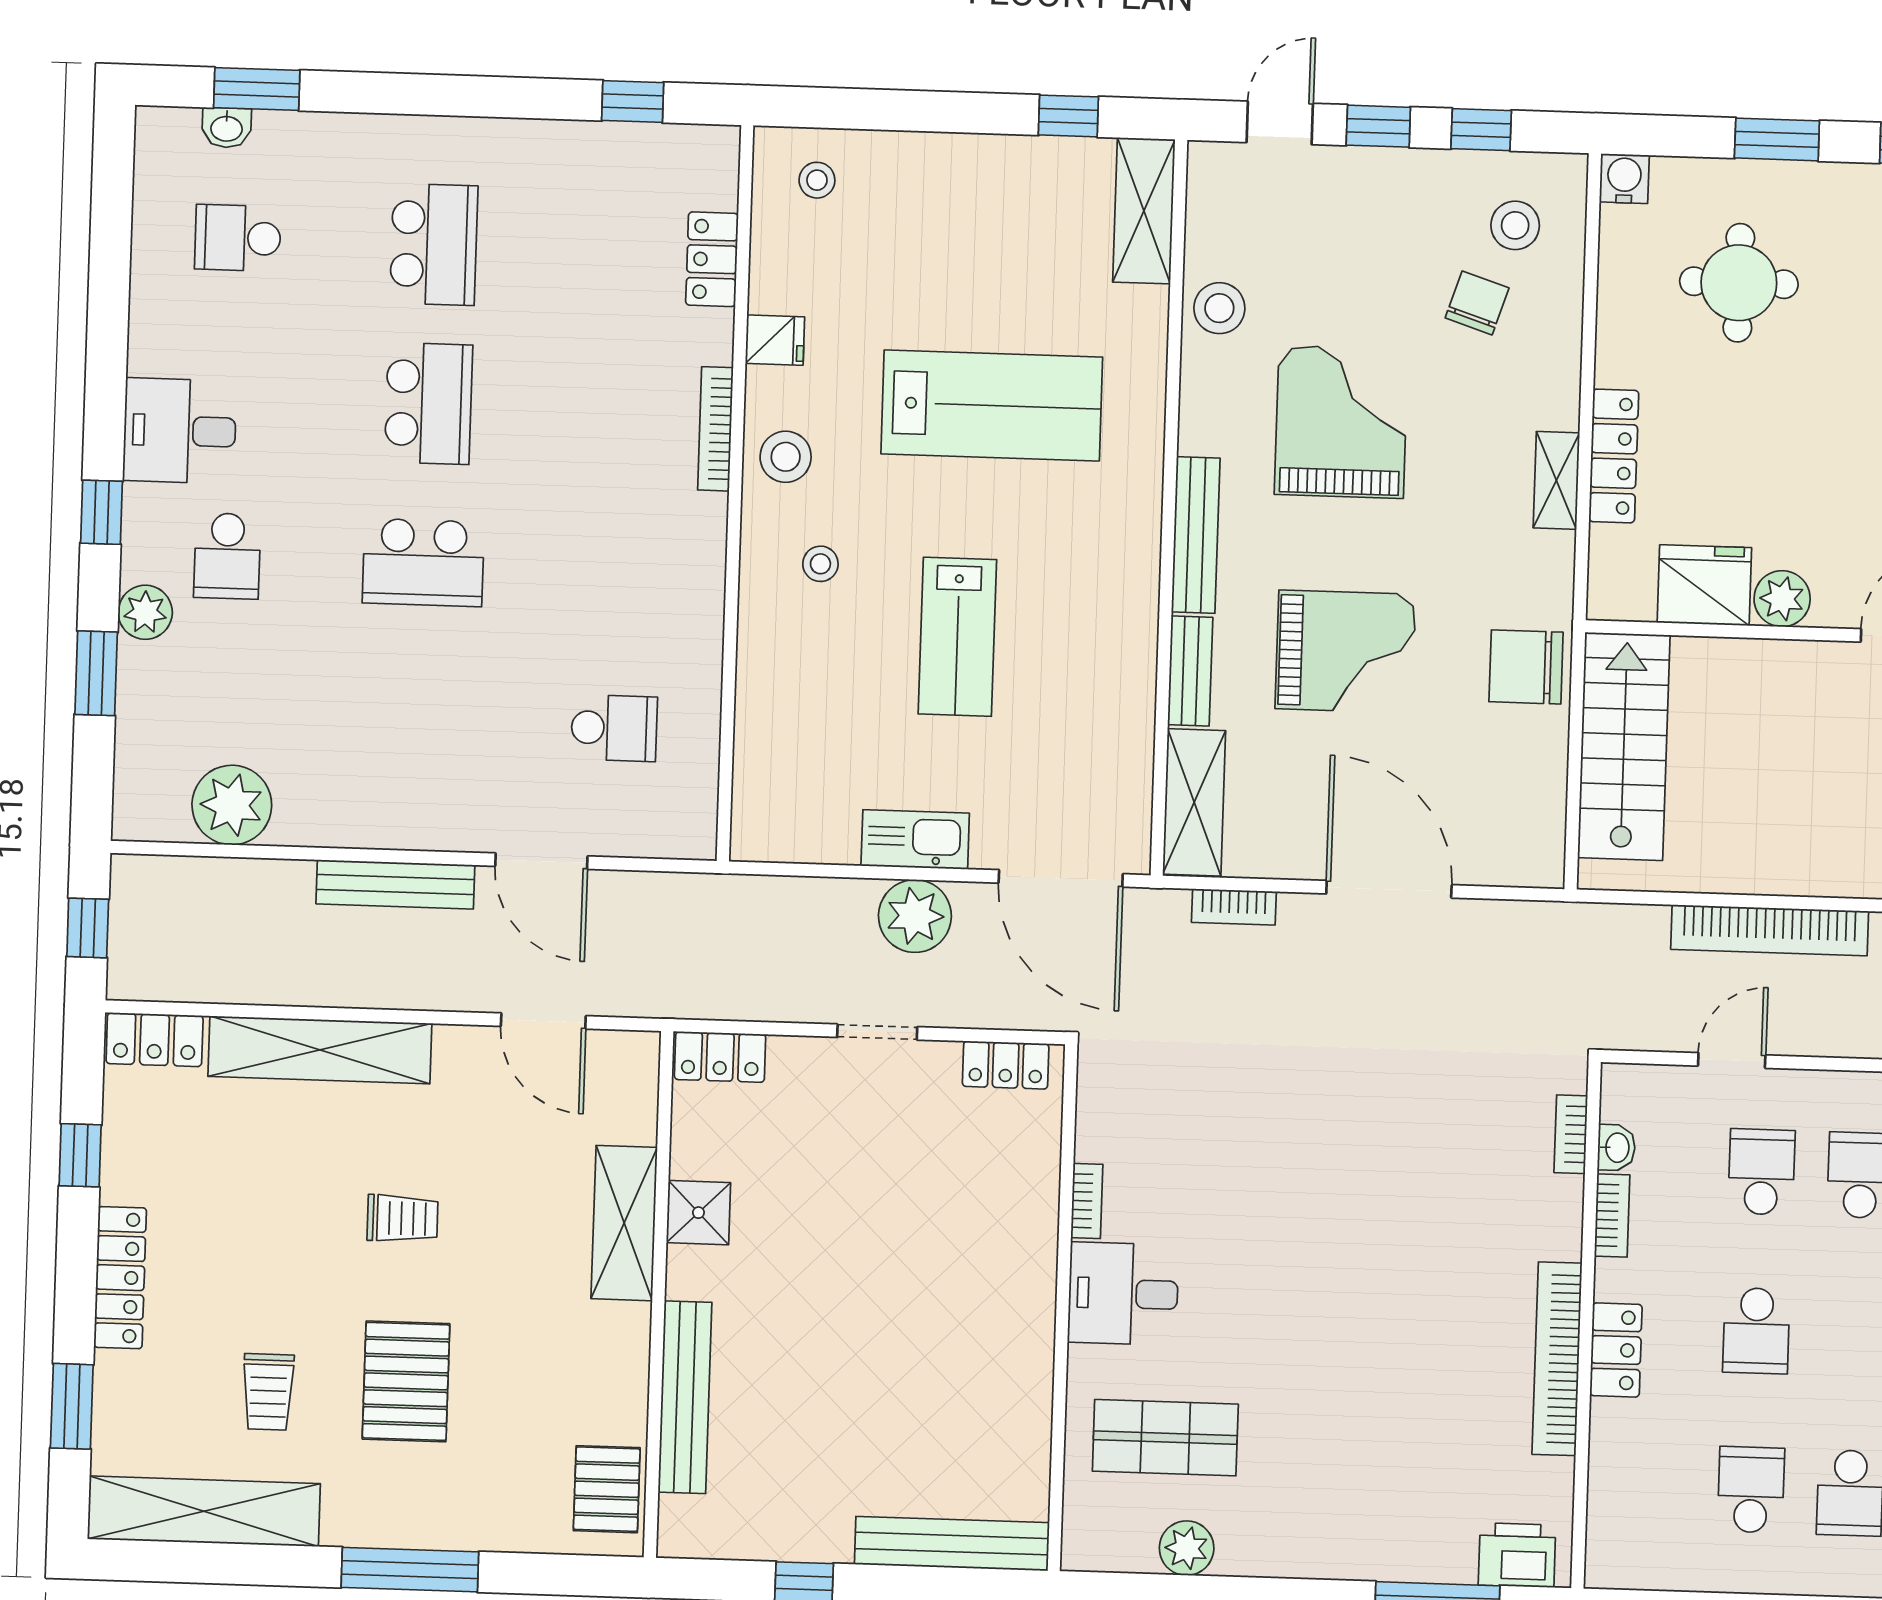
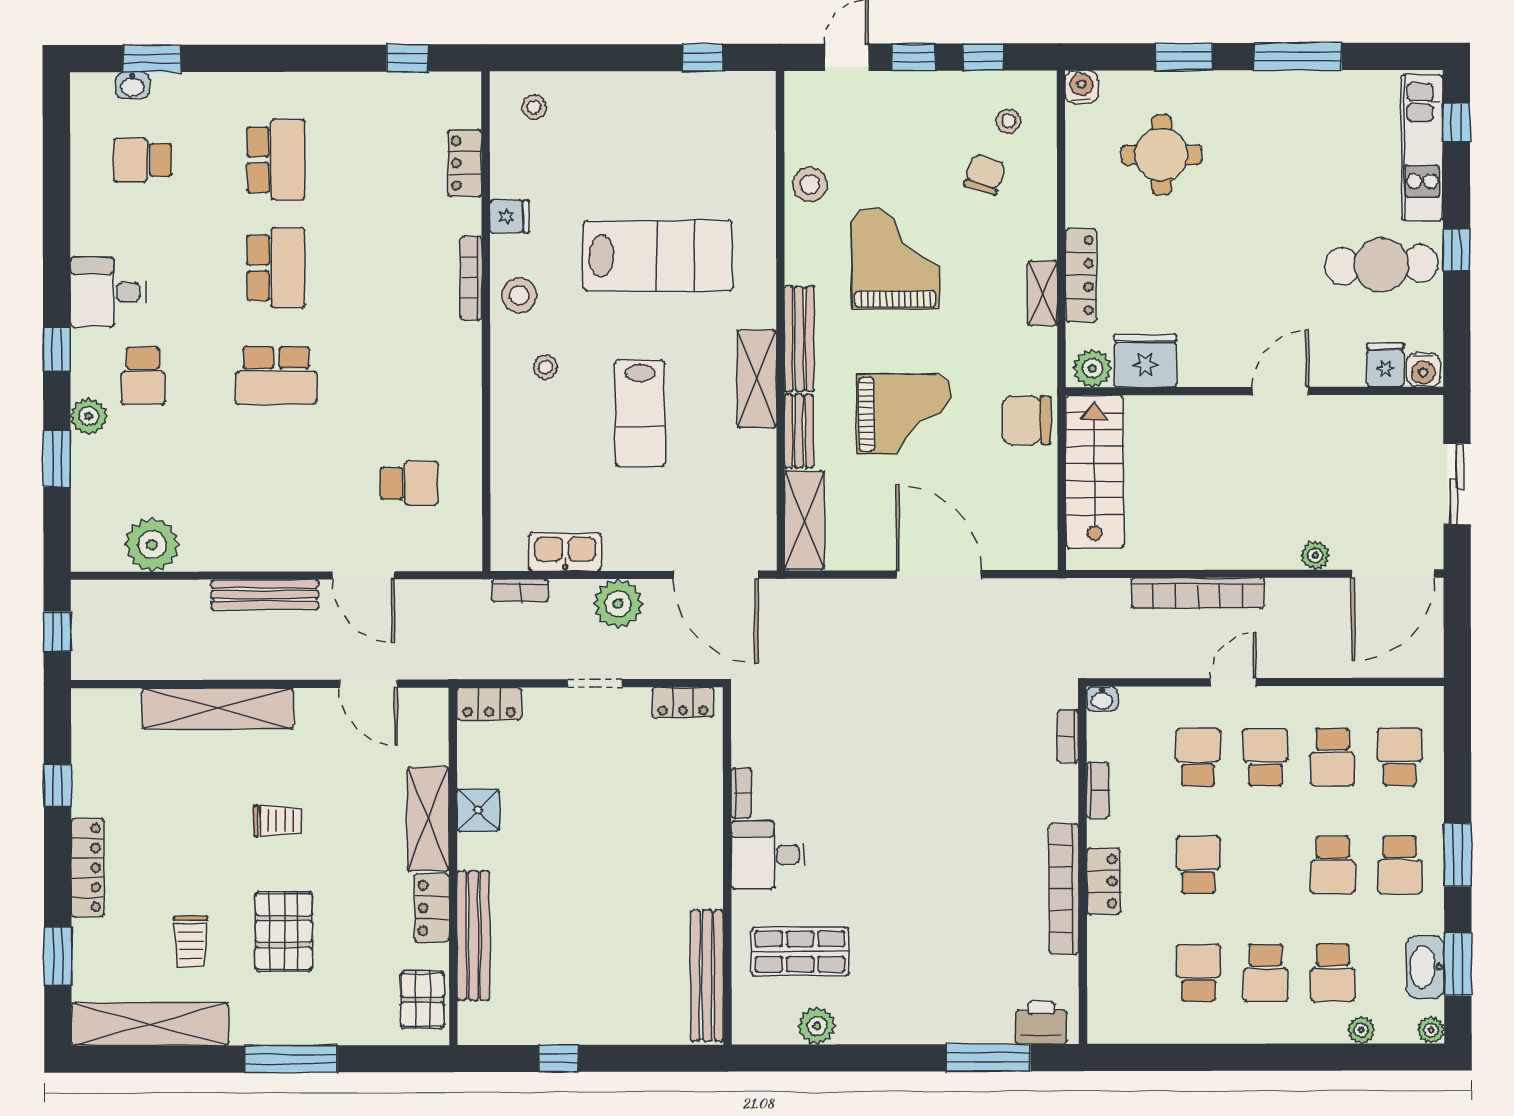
shelving: (1144, 211) -> (757, 379), moved
stool: (1515, 225) -> (1009, 121), width x0.73, depth x0.73
plant: (1782, 599) -> (1092, 368), moved
kitchen sink: (915, 839) -> (565, 552), moved
bookcase: (1234, 907) -> (520, 591), moved
locker: (155, 1040) -> (432, 908), moved, turned 90
door: (1732, 1060) -> (1233, 682), moved
washbasin: (1616, 1148) -> (1102, 699), moved, turned 90
school desk: (1756, 1331) -> (1198, 865), turned 180
bench: (952, 1544) -> (707, 976), moved, turned 90

